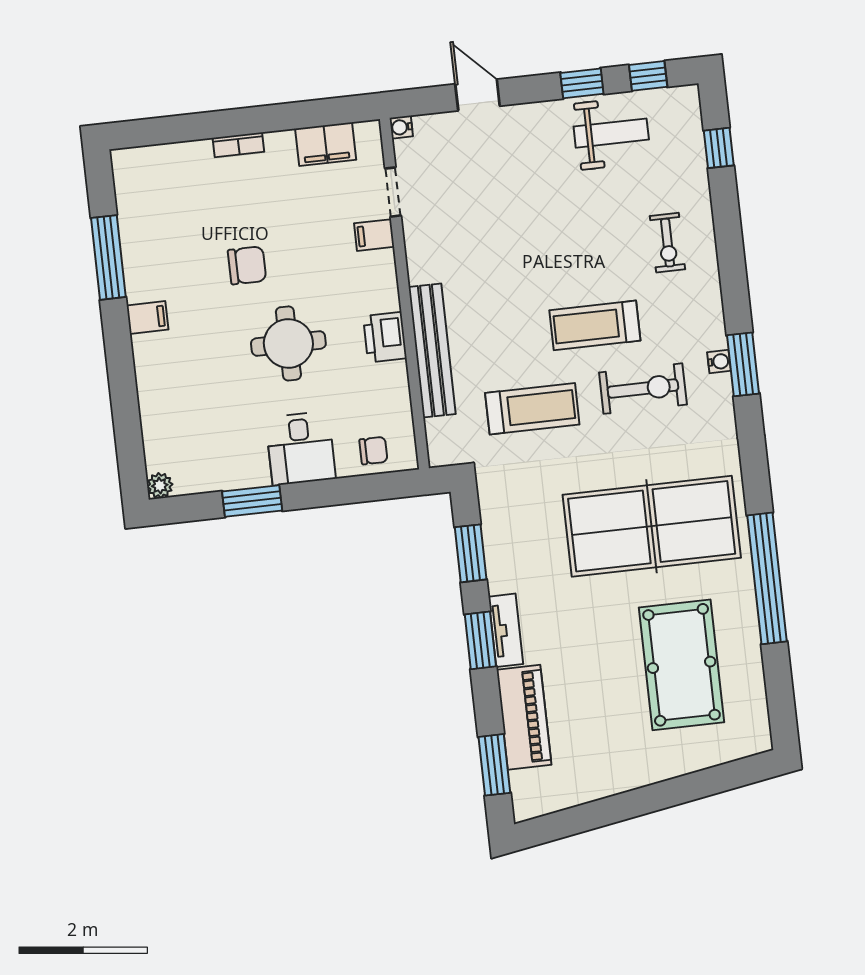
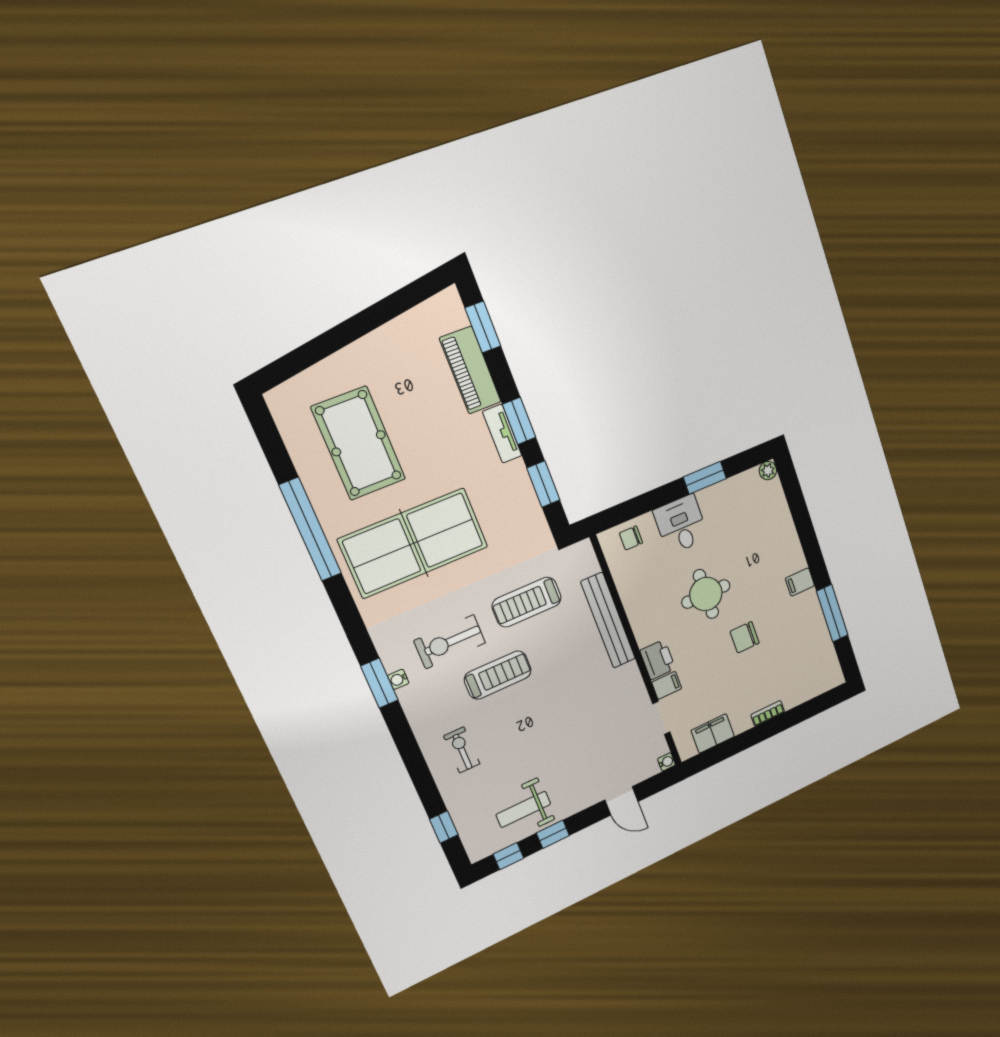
printer: (385, 337) -> (658, 660), moved

